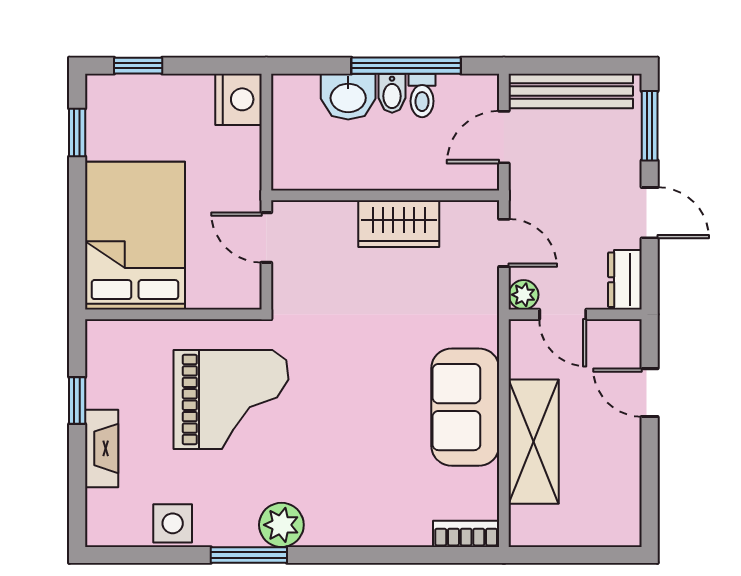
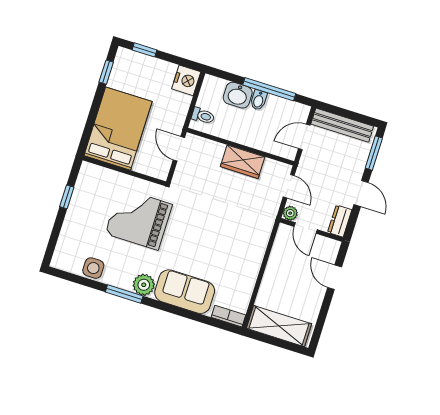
toilet: (422, 95) -> (203, 116), moved, turned -90
grand piano: (231, 400) -> (139, 219), turned 180
sofa: (465, 407) -> (185, 292), moved, turned 90
shelving: (534, 442) -> (279, 326), moved, turned 90
fireplace: (102, 448) -> (71, 223), removed

